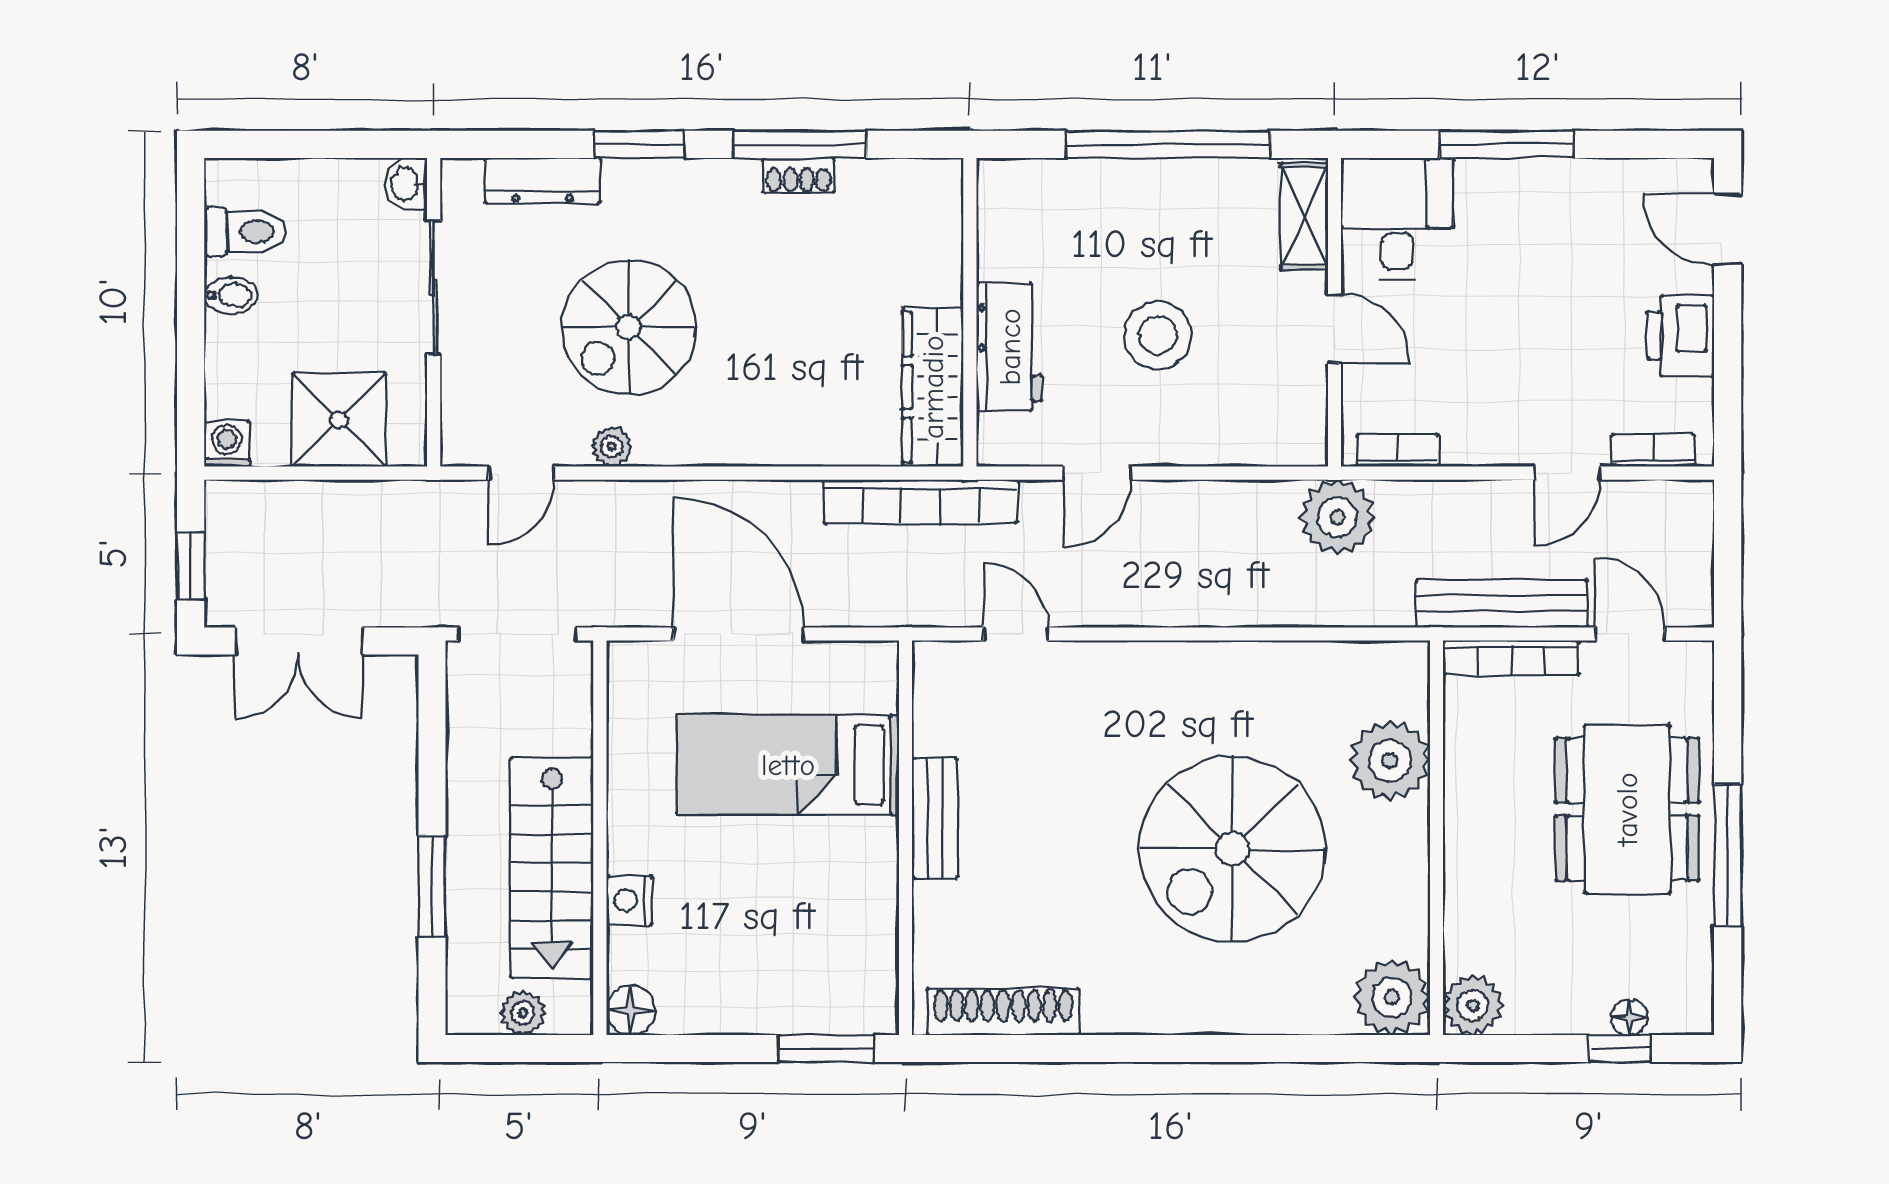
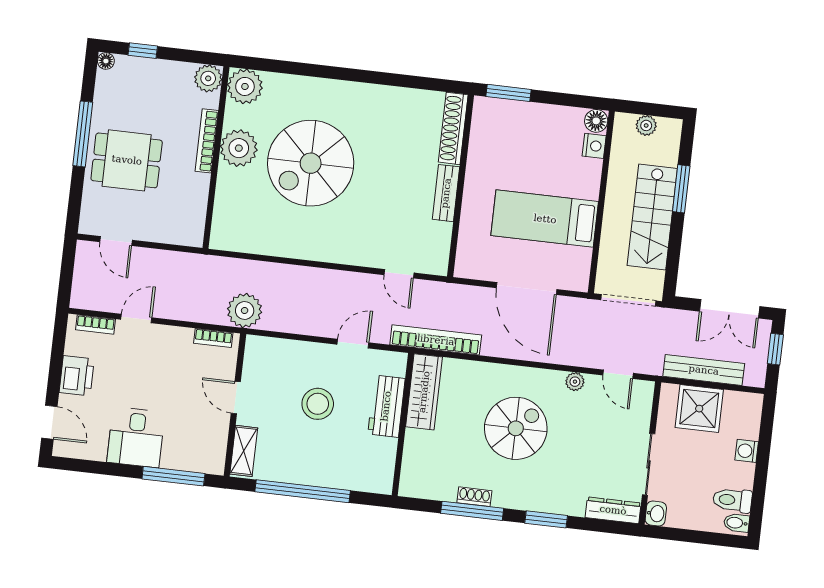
window: (1506, 144) -> (173, 476), moved
dresser: (543, 181) -> (613, 510), moved
desk: (1397, 218) -> (136, 437), moved
bidet: (231, 295) -> (736, 523), moved
spiral stairs: (629, 327) -> (516, 428), moved
washing machine: (227, 444) -> (747, 451), moved, turned 90
door: (521, 473) -> (618, 374), swing flipped
bench: (1502, 604) -> (704, 370), moved
double door: (299, 641) -> (730, 309), swing flipped
bookcase: (1511, 658) -> (207, 141), moved, turned -90
plant: (1390, 760) -> (239, 148), moved
bed: (788, 765) -> (545, 219), moved, turned 180
dining table: (1627, 809) -> (127, 160), width x0.73
spiral stairs: (1232, 849) -> (311, 163), turned 180
stairs: (552, 867) -> (652, 217), moved, turned 180
nightstand: (629, 901) -> (594, 146), moved
shoe rack: (1003, 1012) -> (453, 128), moved, turned 90
floor lamp: (1629, 1017) -> (106, 61), moved

